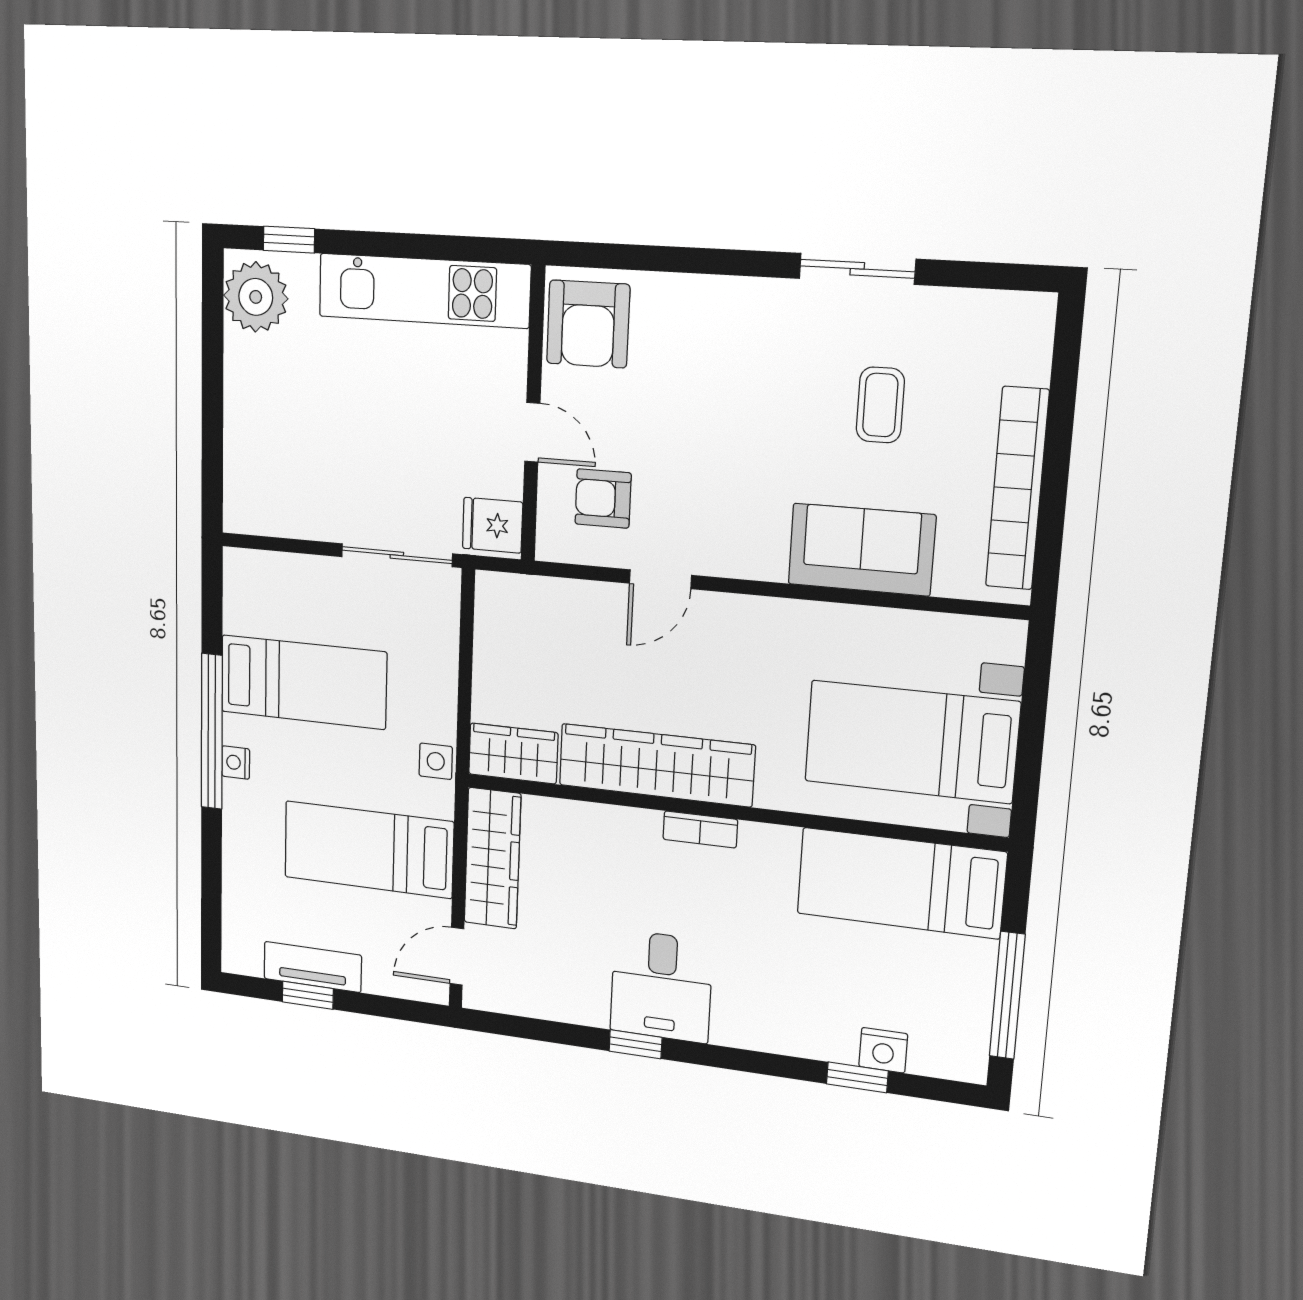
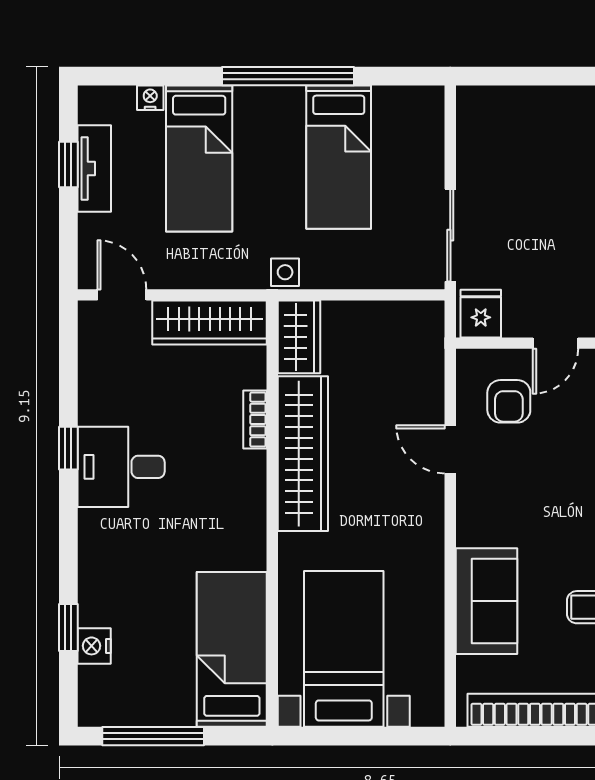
armchair: (603, 498) -> (509, 401), turned 180
nightstand: (236, 762) -> (150, 98), moved
bookcase: (700, 829) -> (255, 419), moved
bed: (369, 850) -> (199, 159), moved, turned 180

